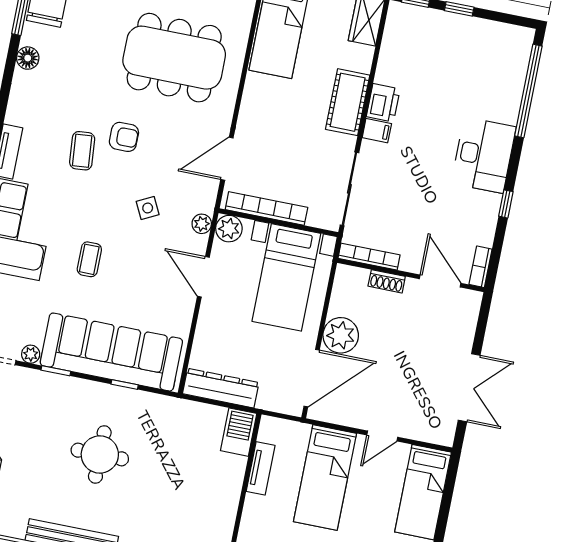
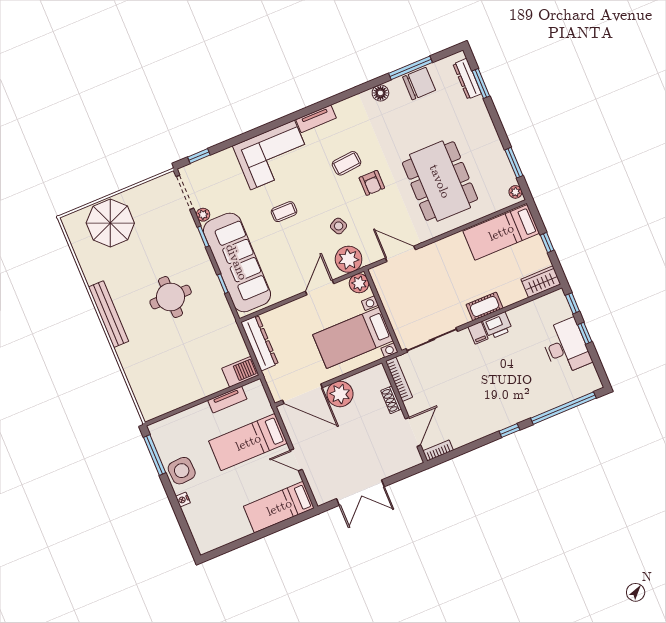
cot: (348, 102) -> (485, 306), width x0.73, depth x0.75
desk: (484, 155) -> (566, 347), moved, turned -90
window: (506, 204) -> (509, 431), moved
bookcase: (266, 208) -> (386, 298), removed
plant: (202, 224) -> (349, 259), width x1.88, depth x1.88

